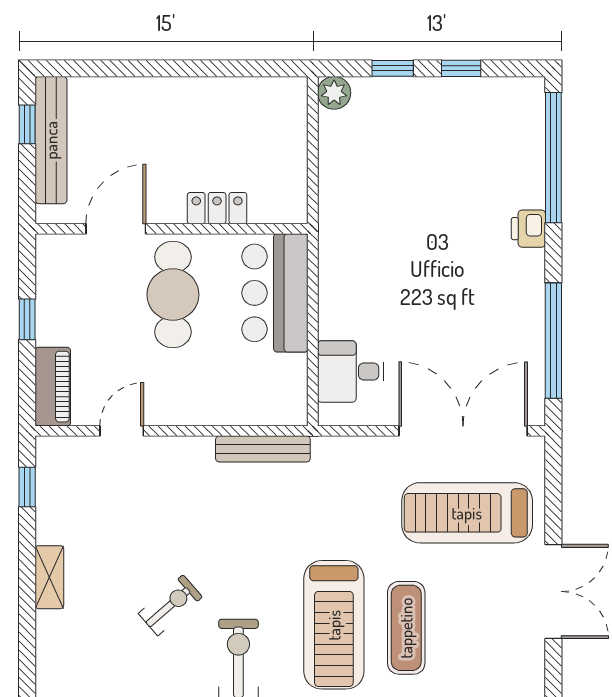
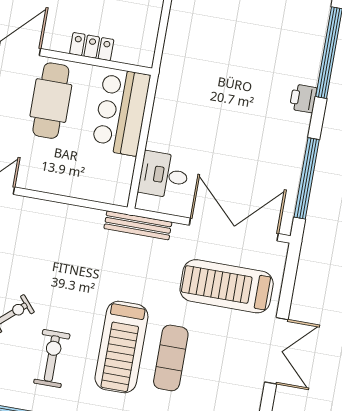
bench: (263, 449) -> (138, 225), moved

